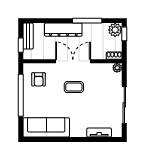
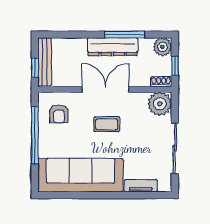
dresser: (63, 30) -> (113, 47), moved
window: (124, 34) -> (175, 66), moved
bench: (28, 36) -> (45, 62), width x1.36
plant: (117, 68) -> (160, 104), width x1.87, depth x1.87
sofa: (46, 127) -> (81, 175), width x1.36, depth x1.27

